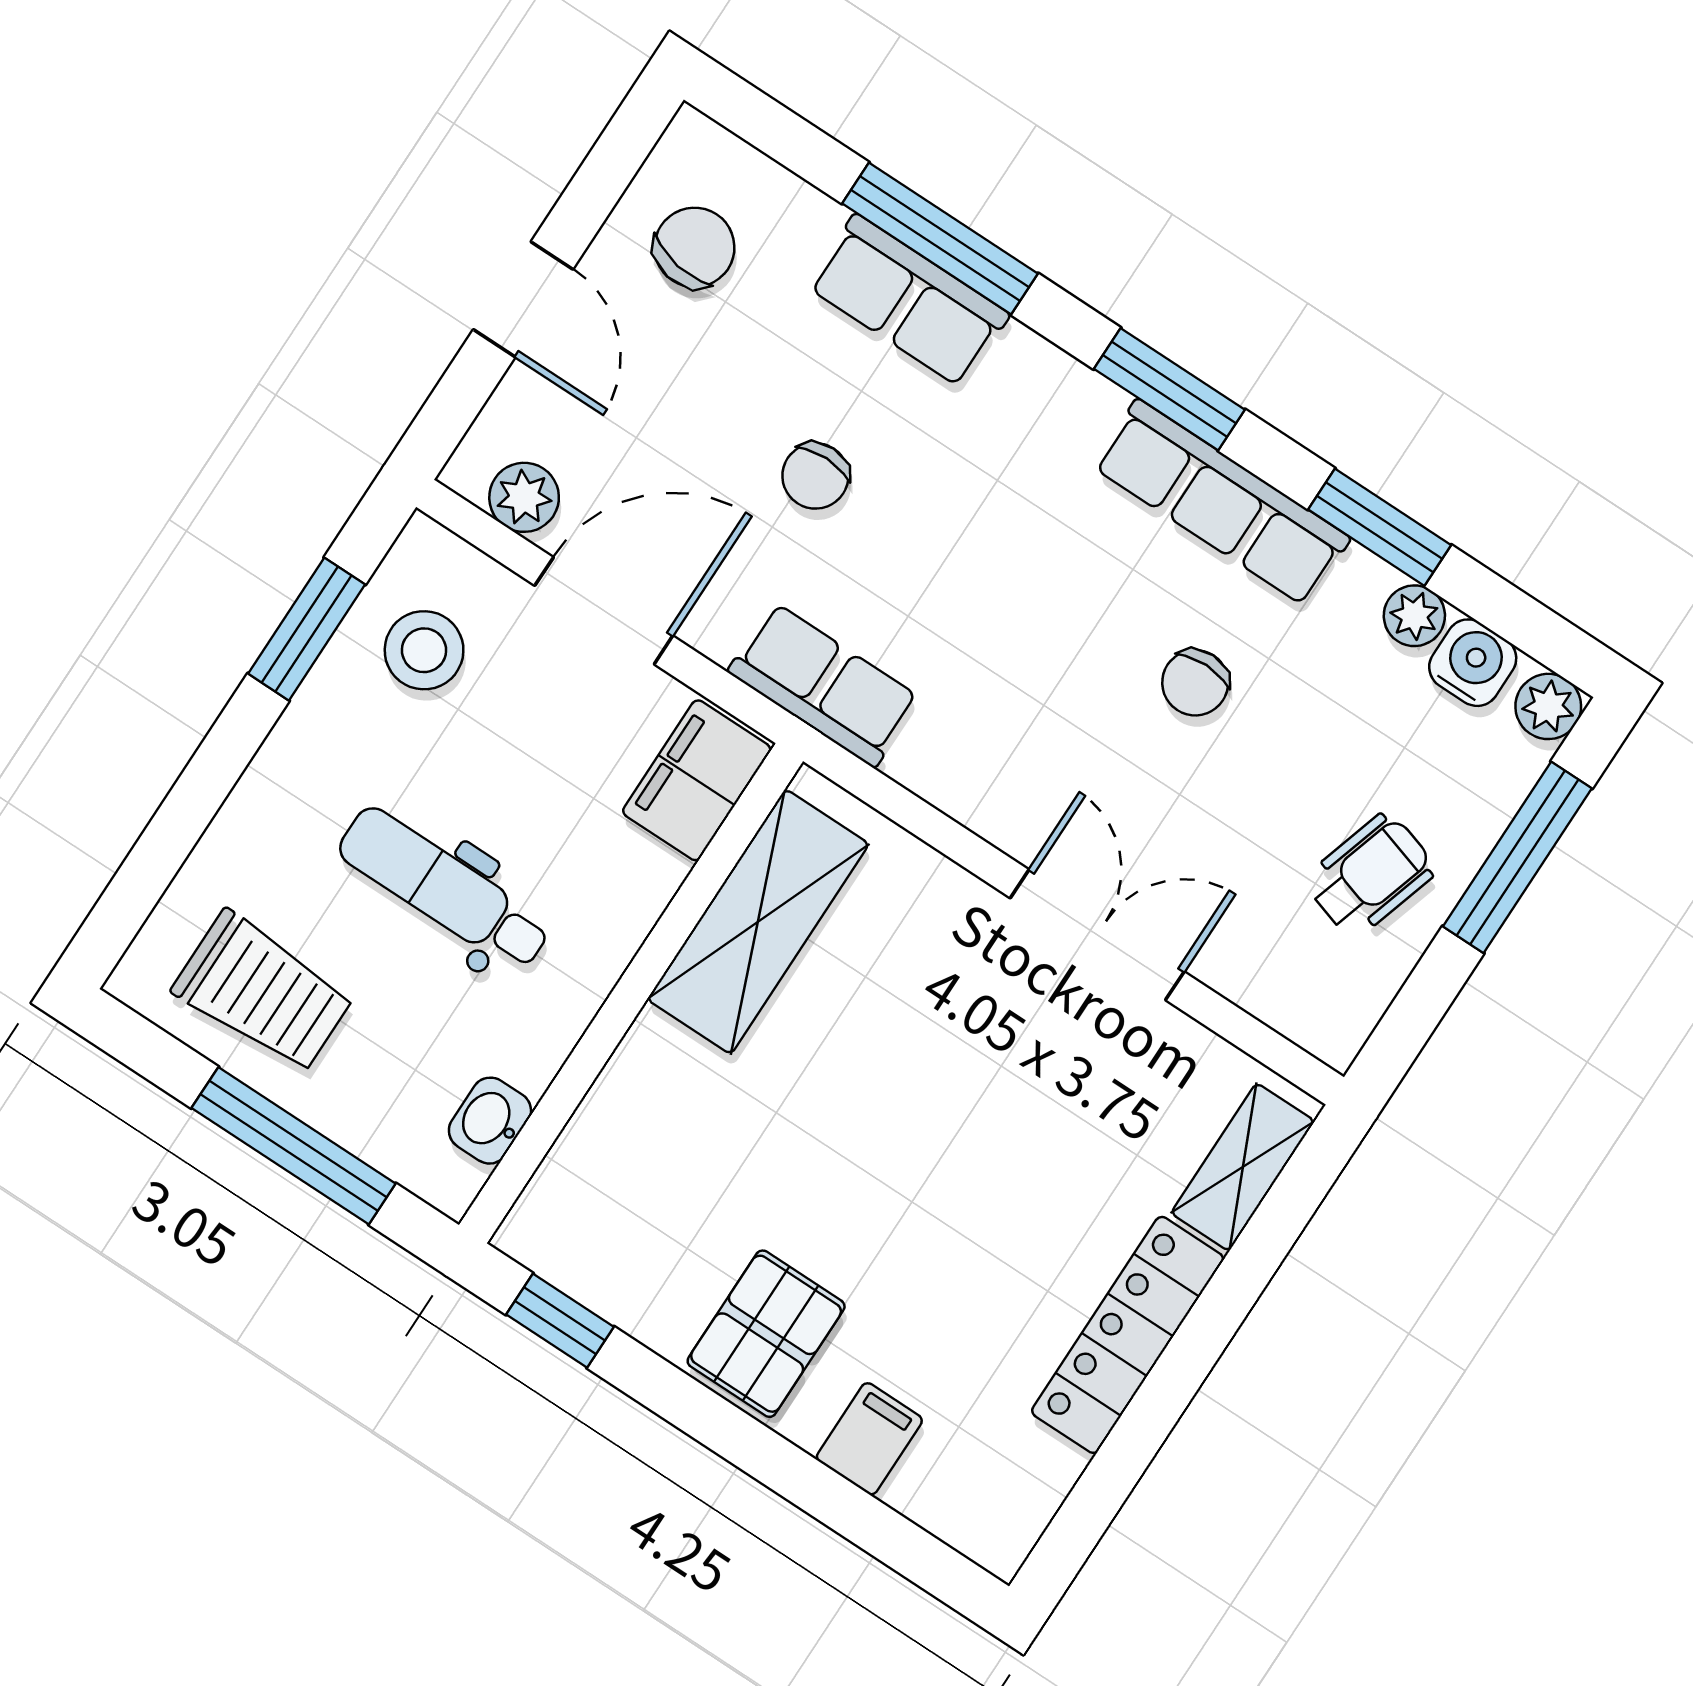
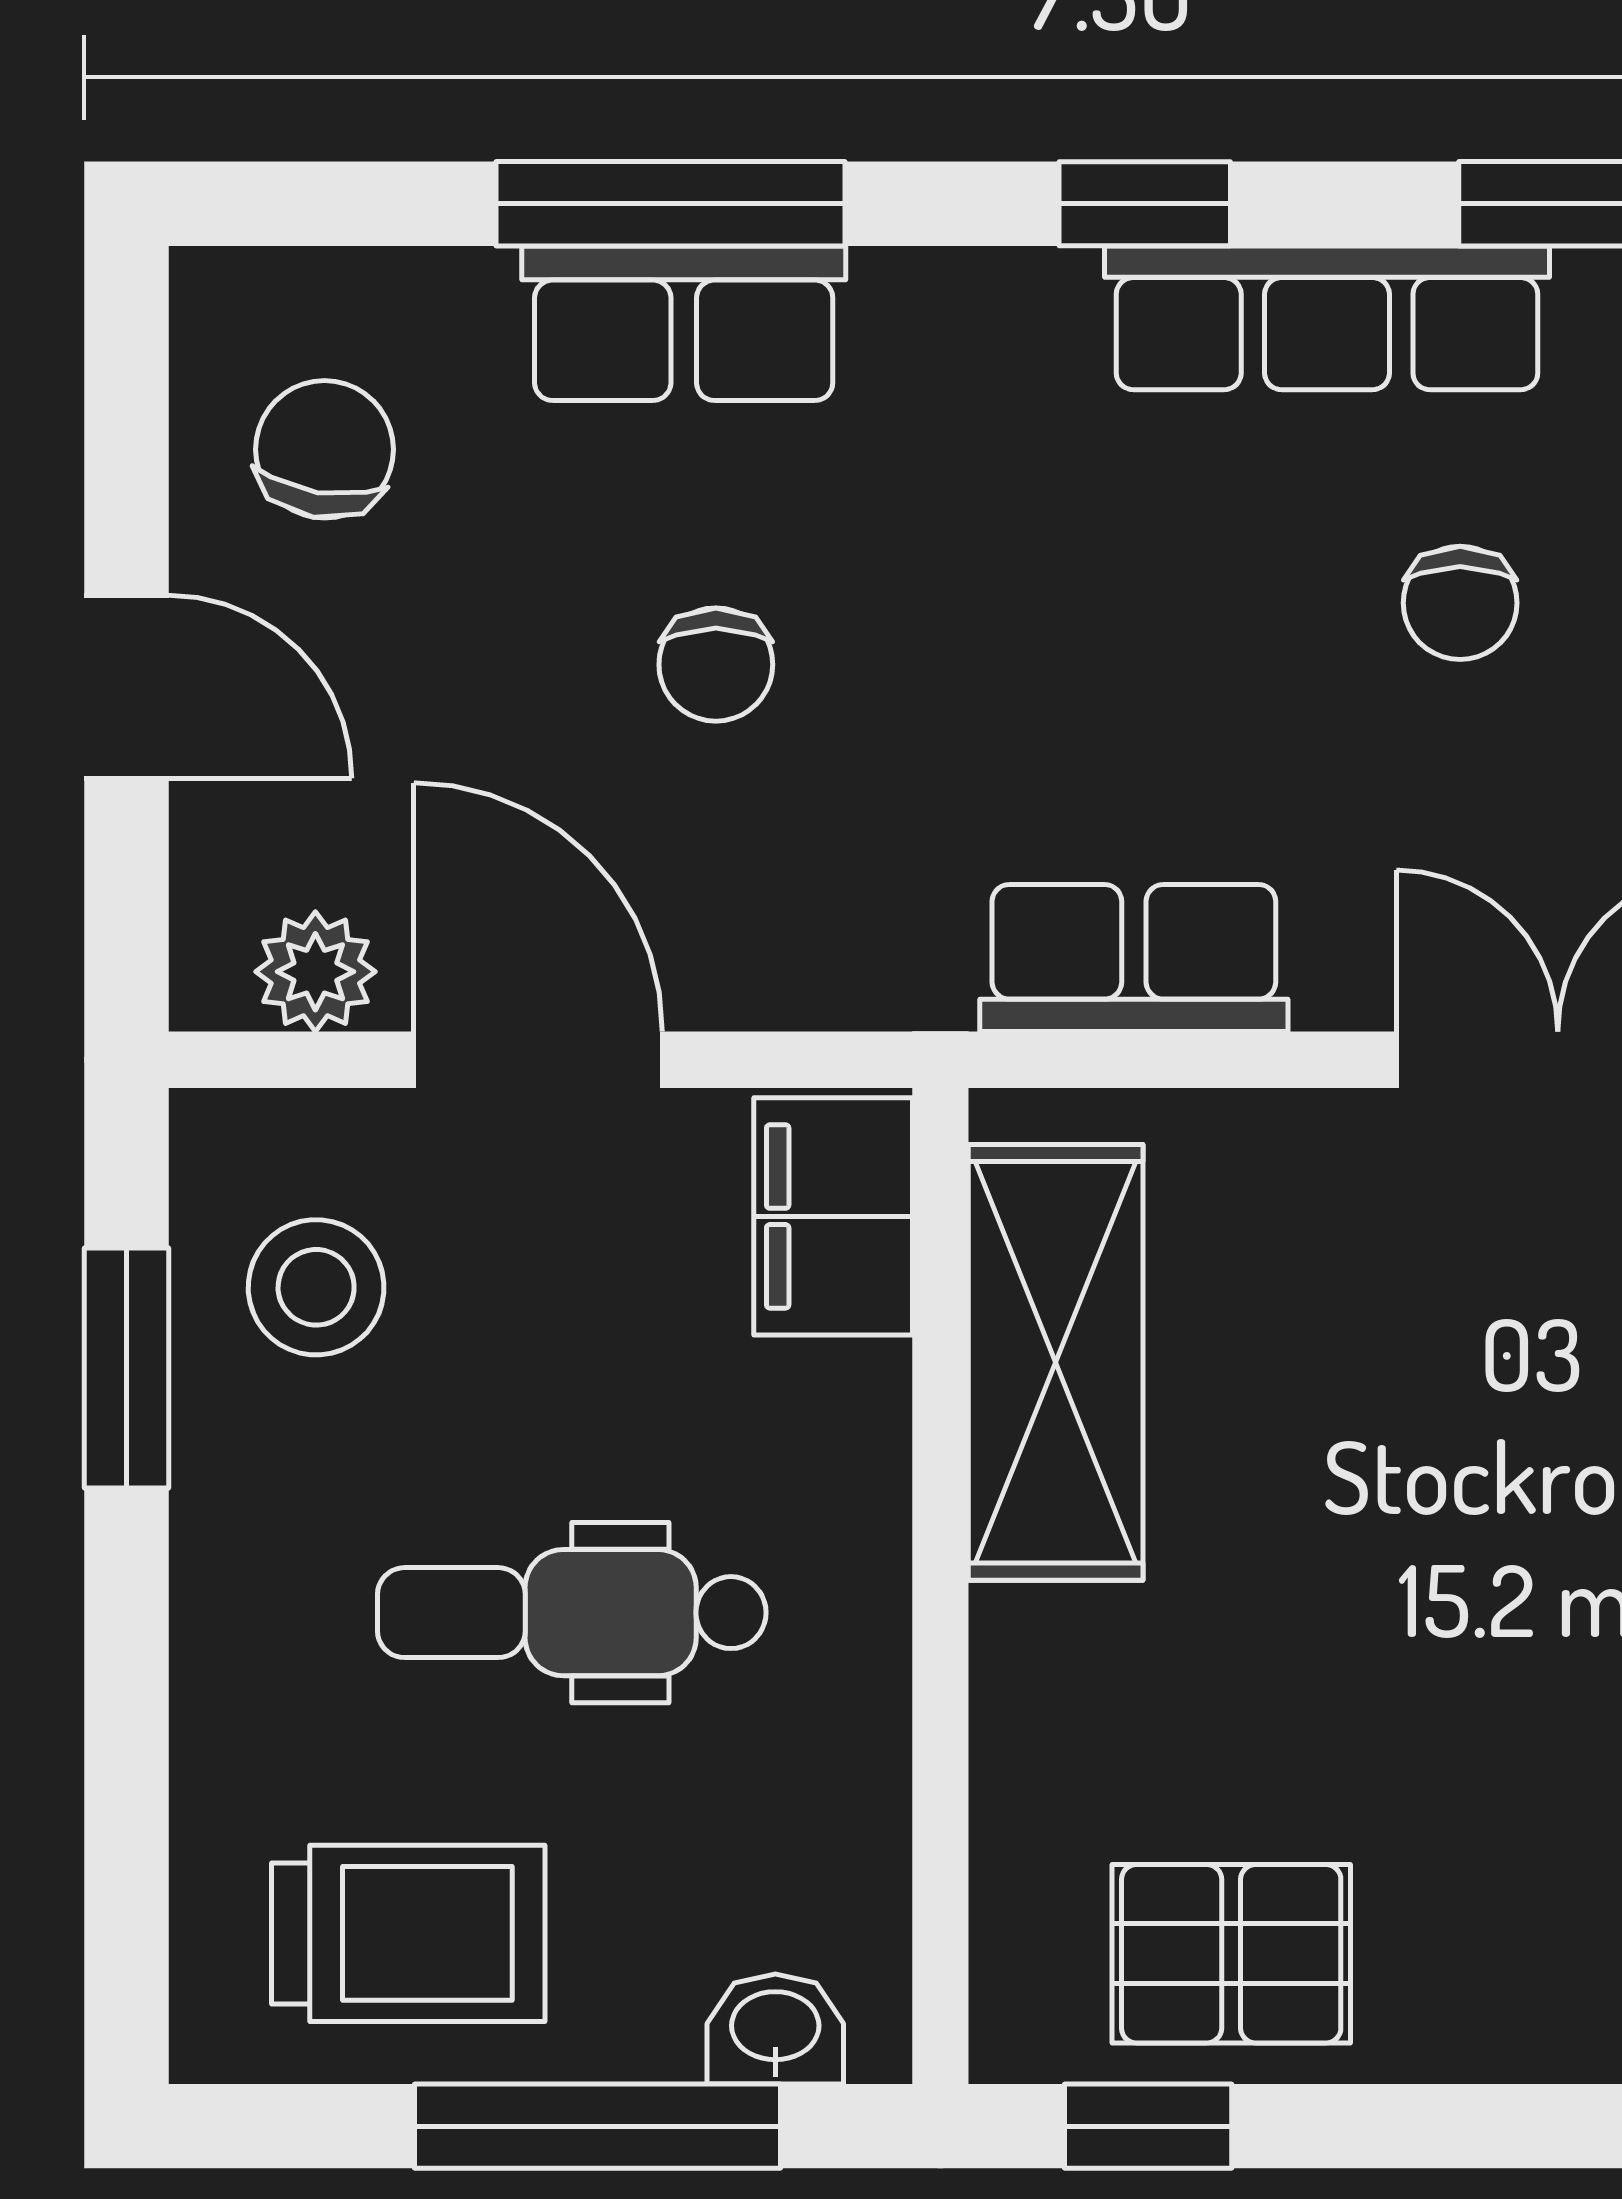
window: (1169, 389) -> (1145, 204), width x0.67
door: (604, 611) -> (538, 1060), hinge flipped
row of seats: (824, 685) -> (1134, 958), moved
washbasin: (490, 1121) -> (775, 2029), moved, turned 90
pallet: (766, 1334) -> (1231, 1954), moved, turned 90

